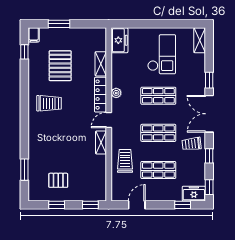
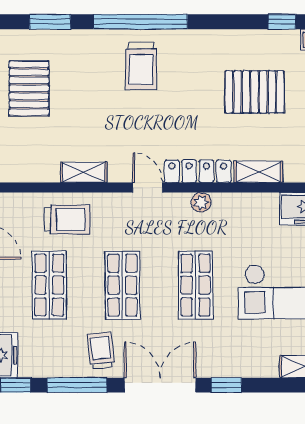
trolley: (49, 103) -> (141, 66), moved
window: (24, 124) -> (141, 22), added
shelving: (101, 143) -> (84, 172), moved
window: (209, 156) -> (77, 385), width x2.17
pallet: (58, 180) -> (29, 88), width x1.50, depth x1.42

